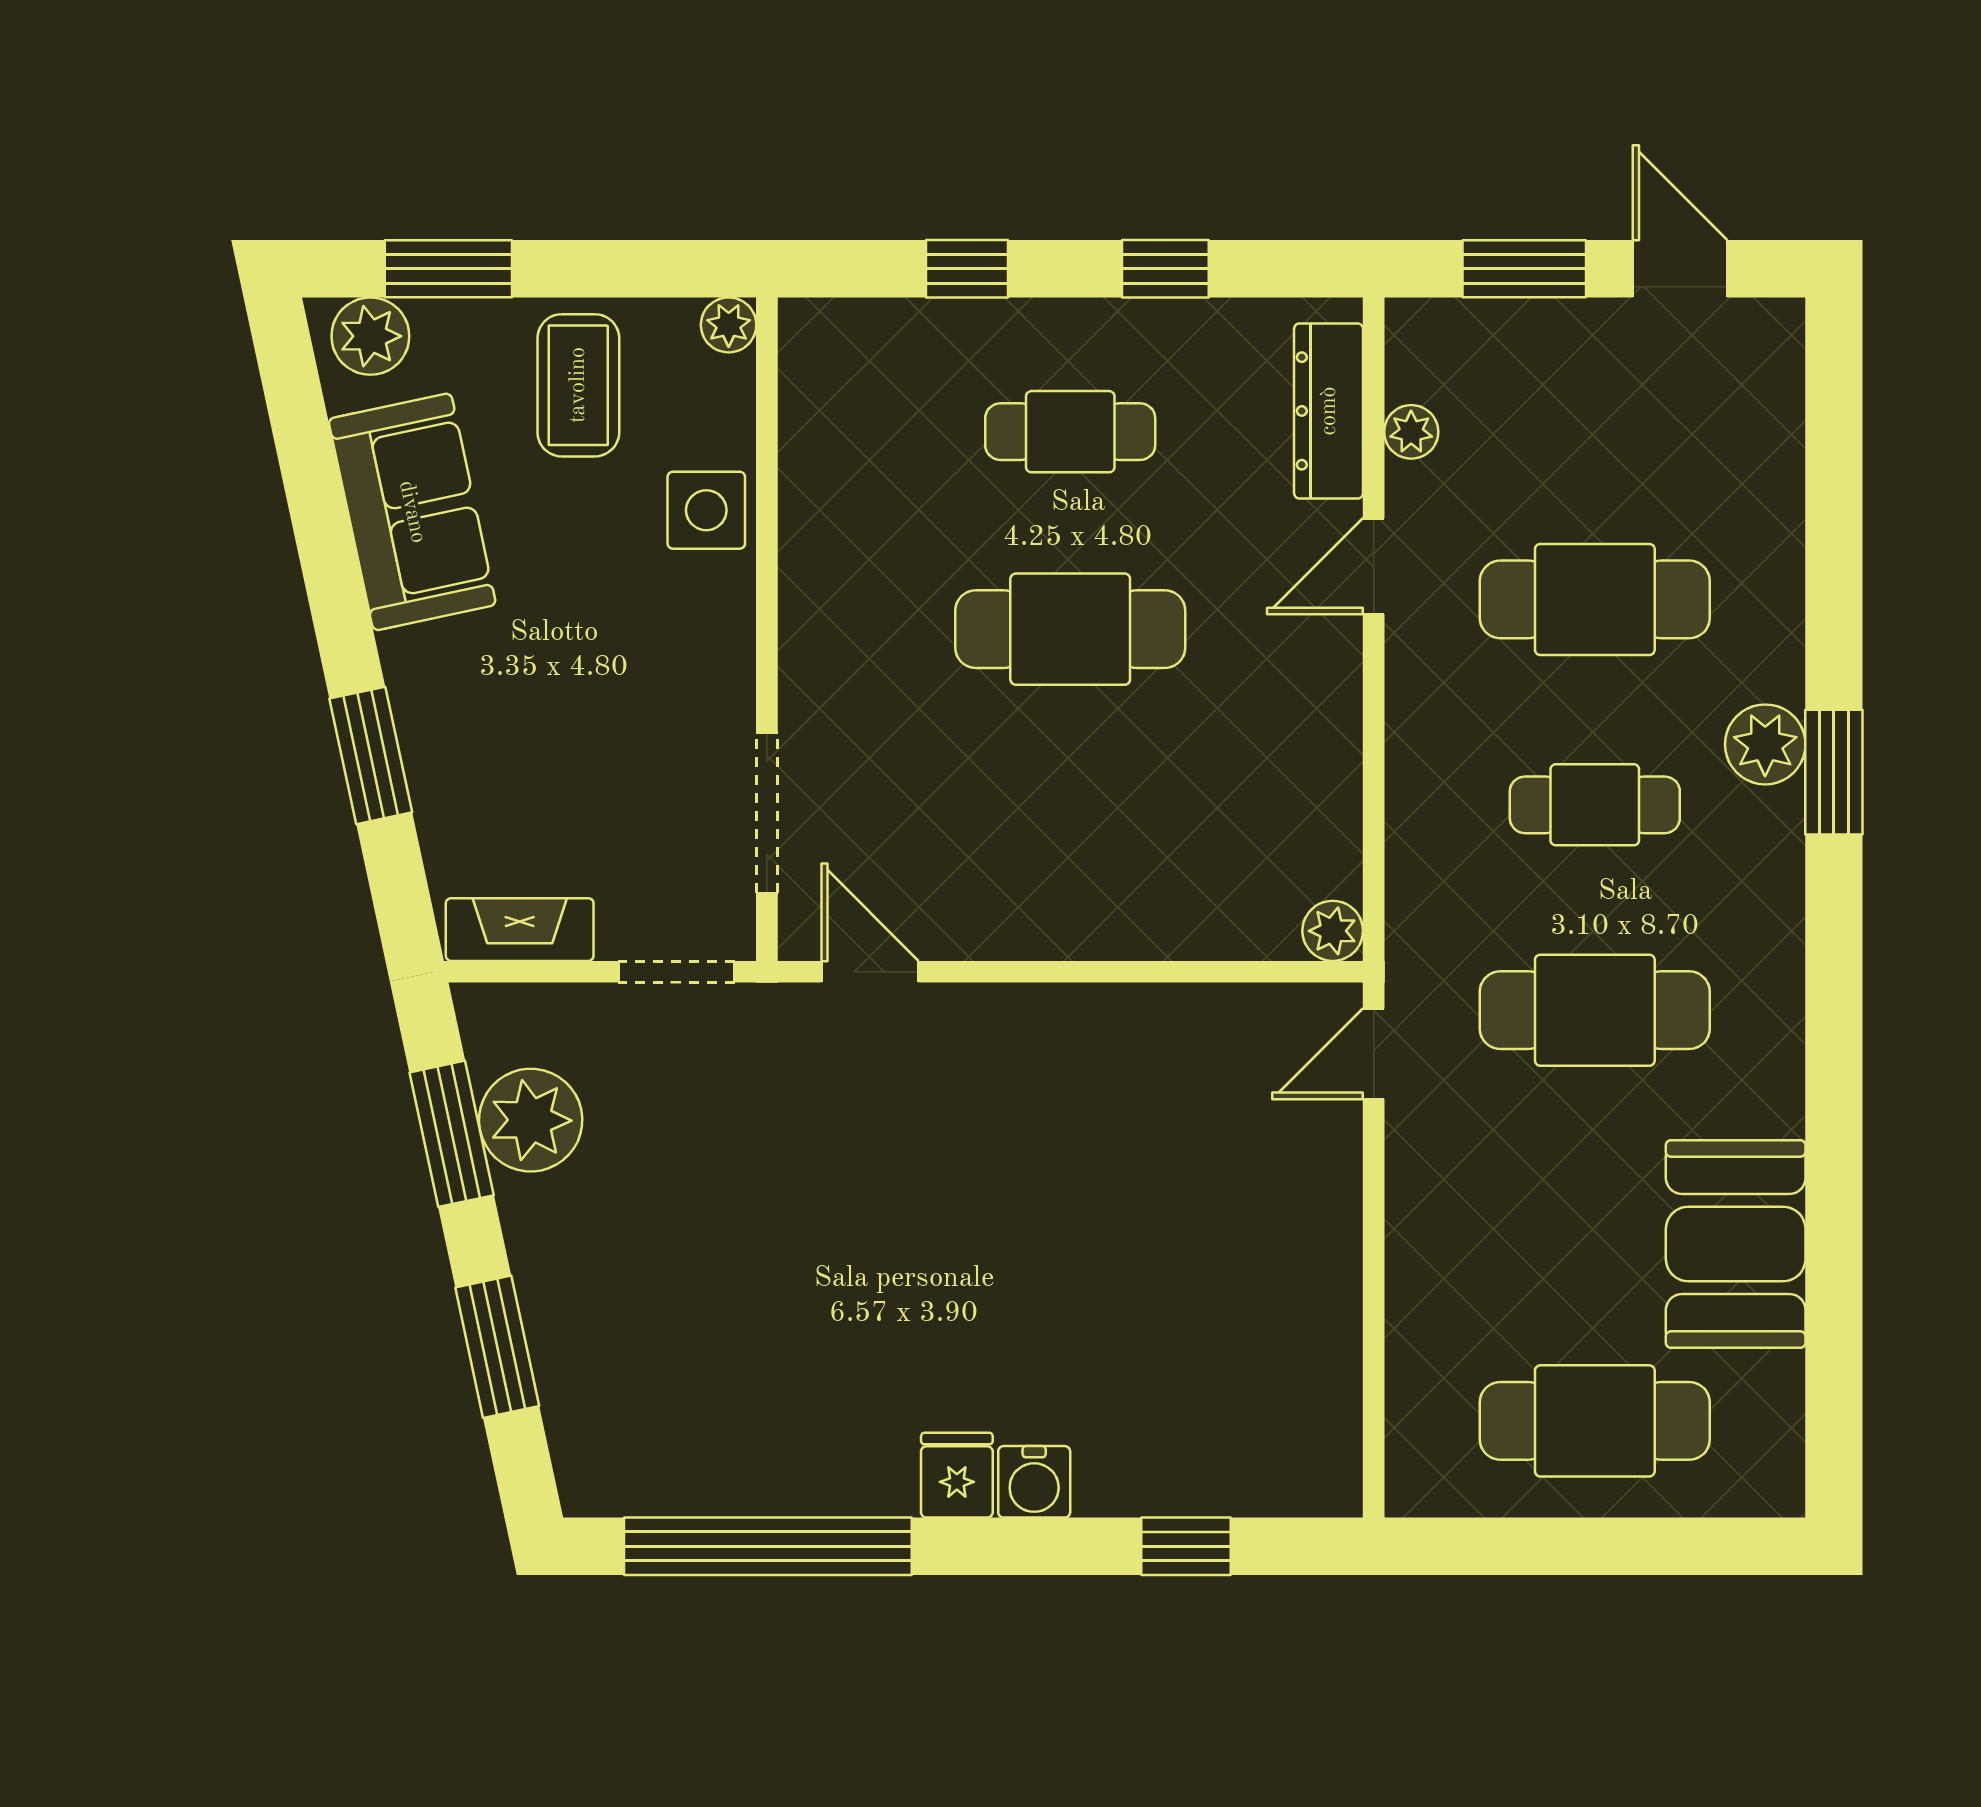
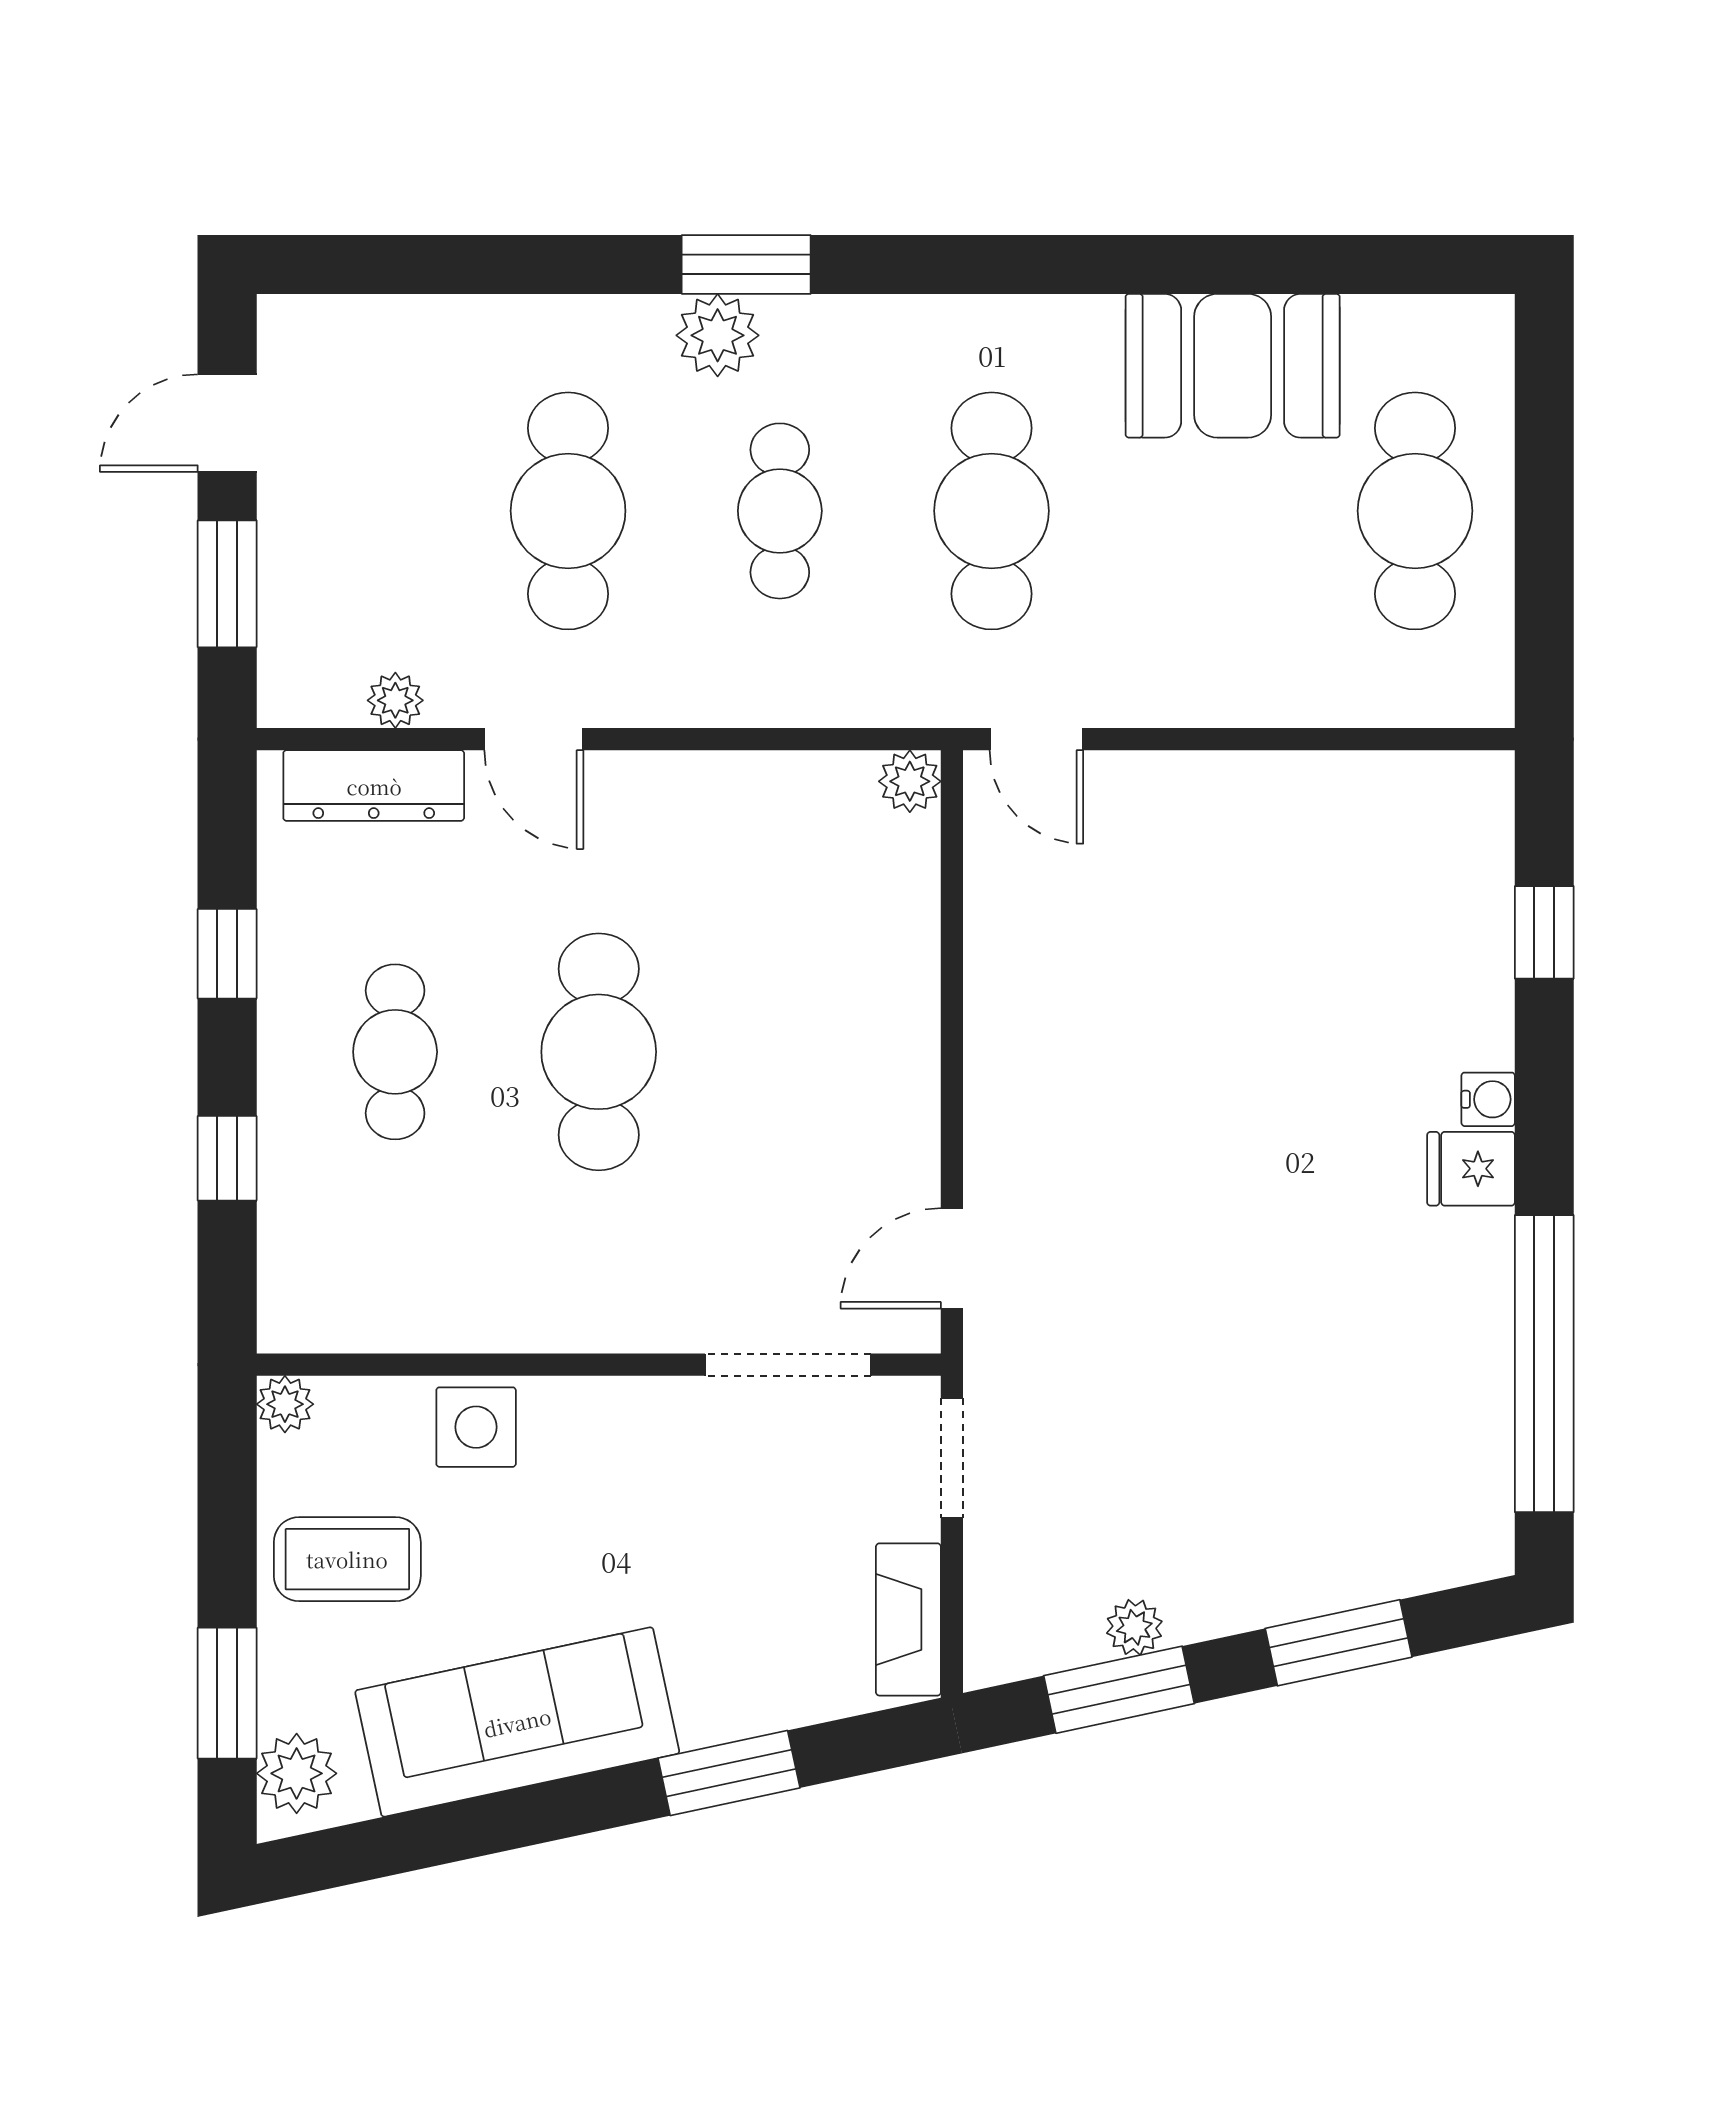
sofa: (412, 512) -> (517, 1722), width x1.36
plant: (531, 1120) -> (1134, 1627), width x0.53, depth x0.53
water cooler: (1034, 1482) -> (1488, 1099), width x0.72, depth x0.72

